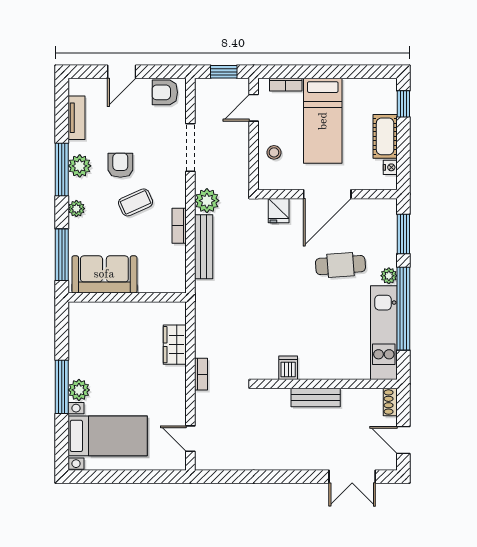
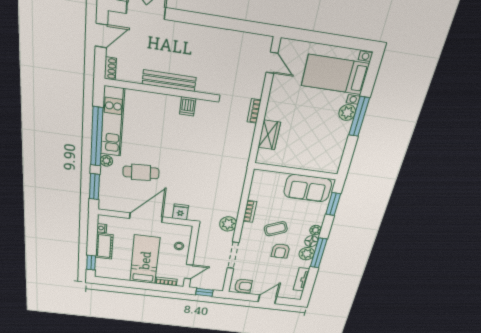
floor lamp: (78, 189) -> (311, 241), added
bench: (204, 247) -> (236, 197), removed
window: (62, 255) -> (333, 204), width x0.69
bench: (316, 397) -> (169, 81), width x1.36
door: (403, 440) -> (101, 36), hinge flipped

